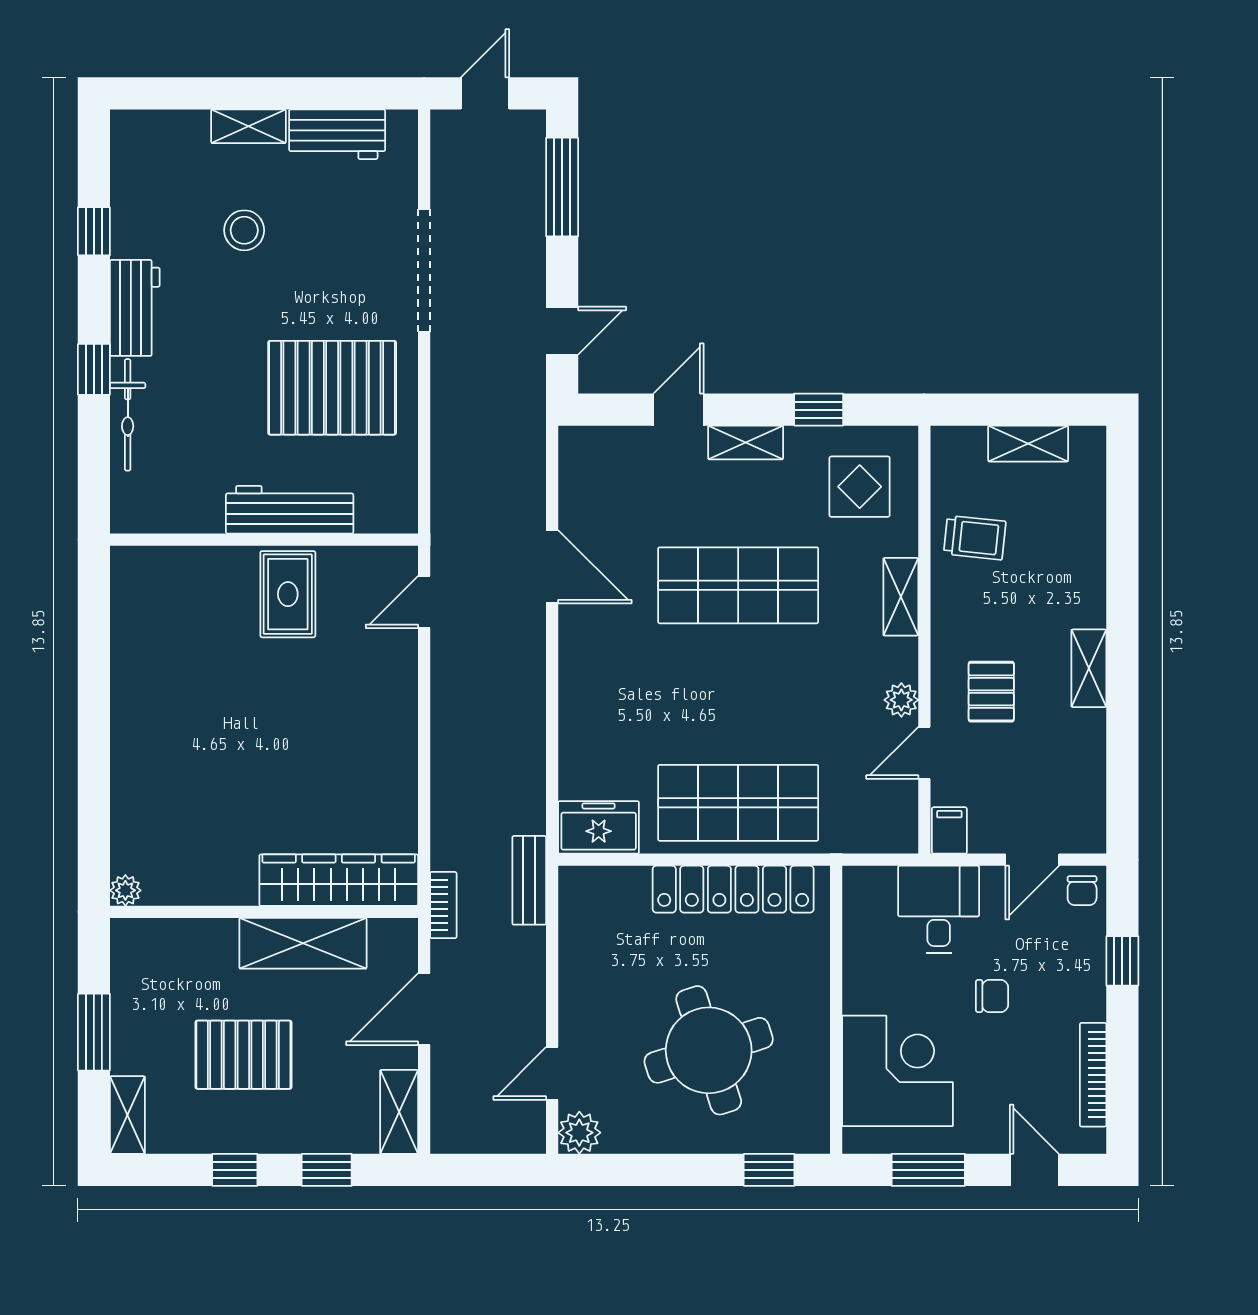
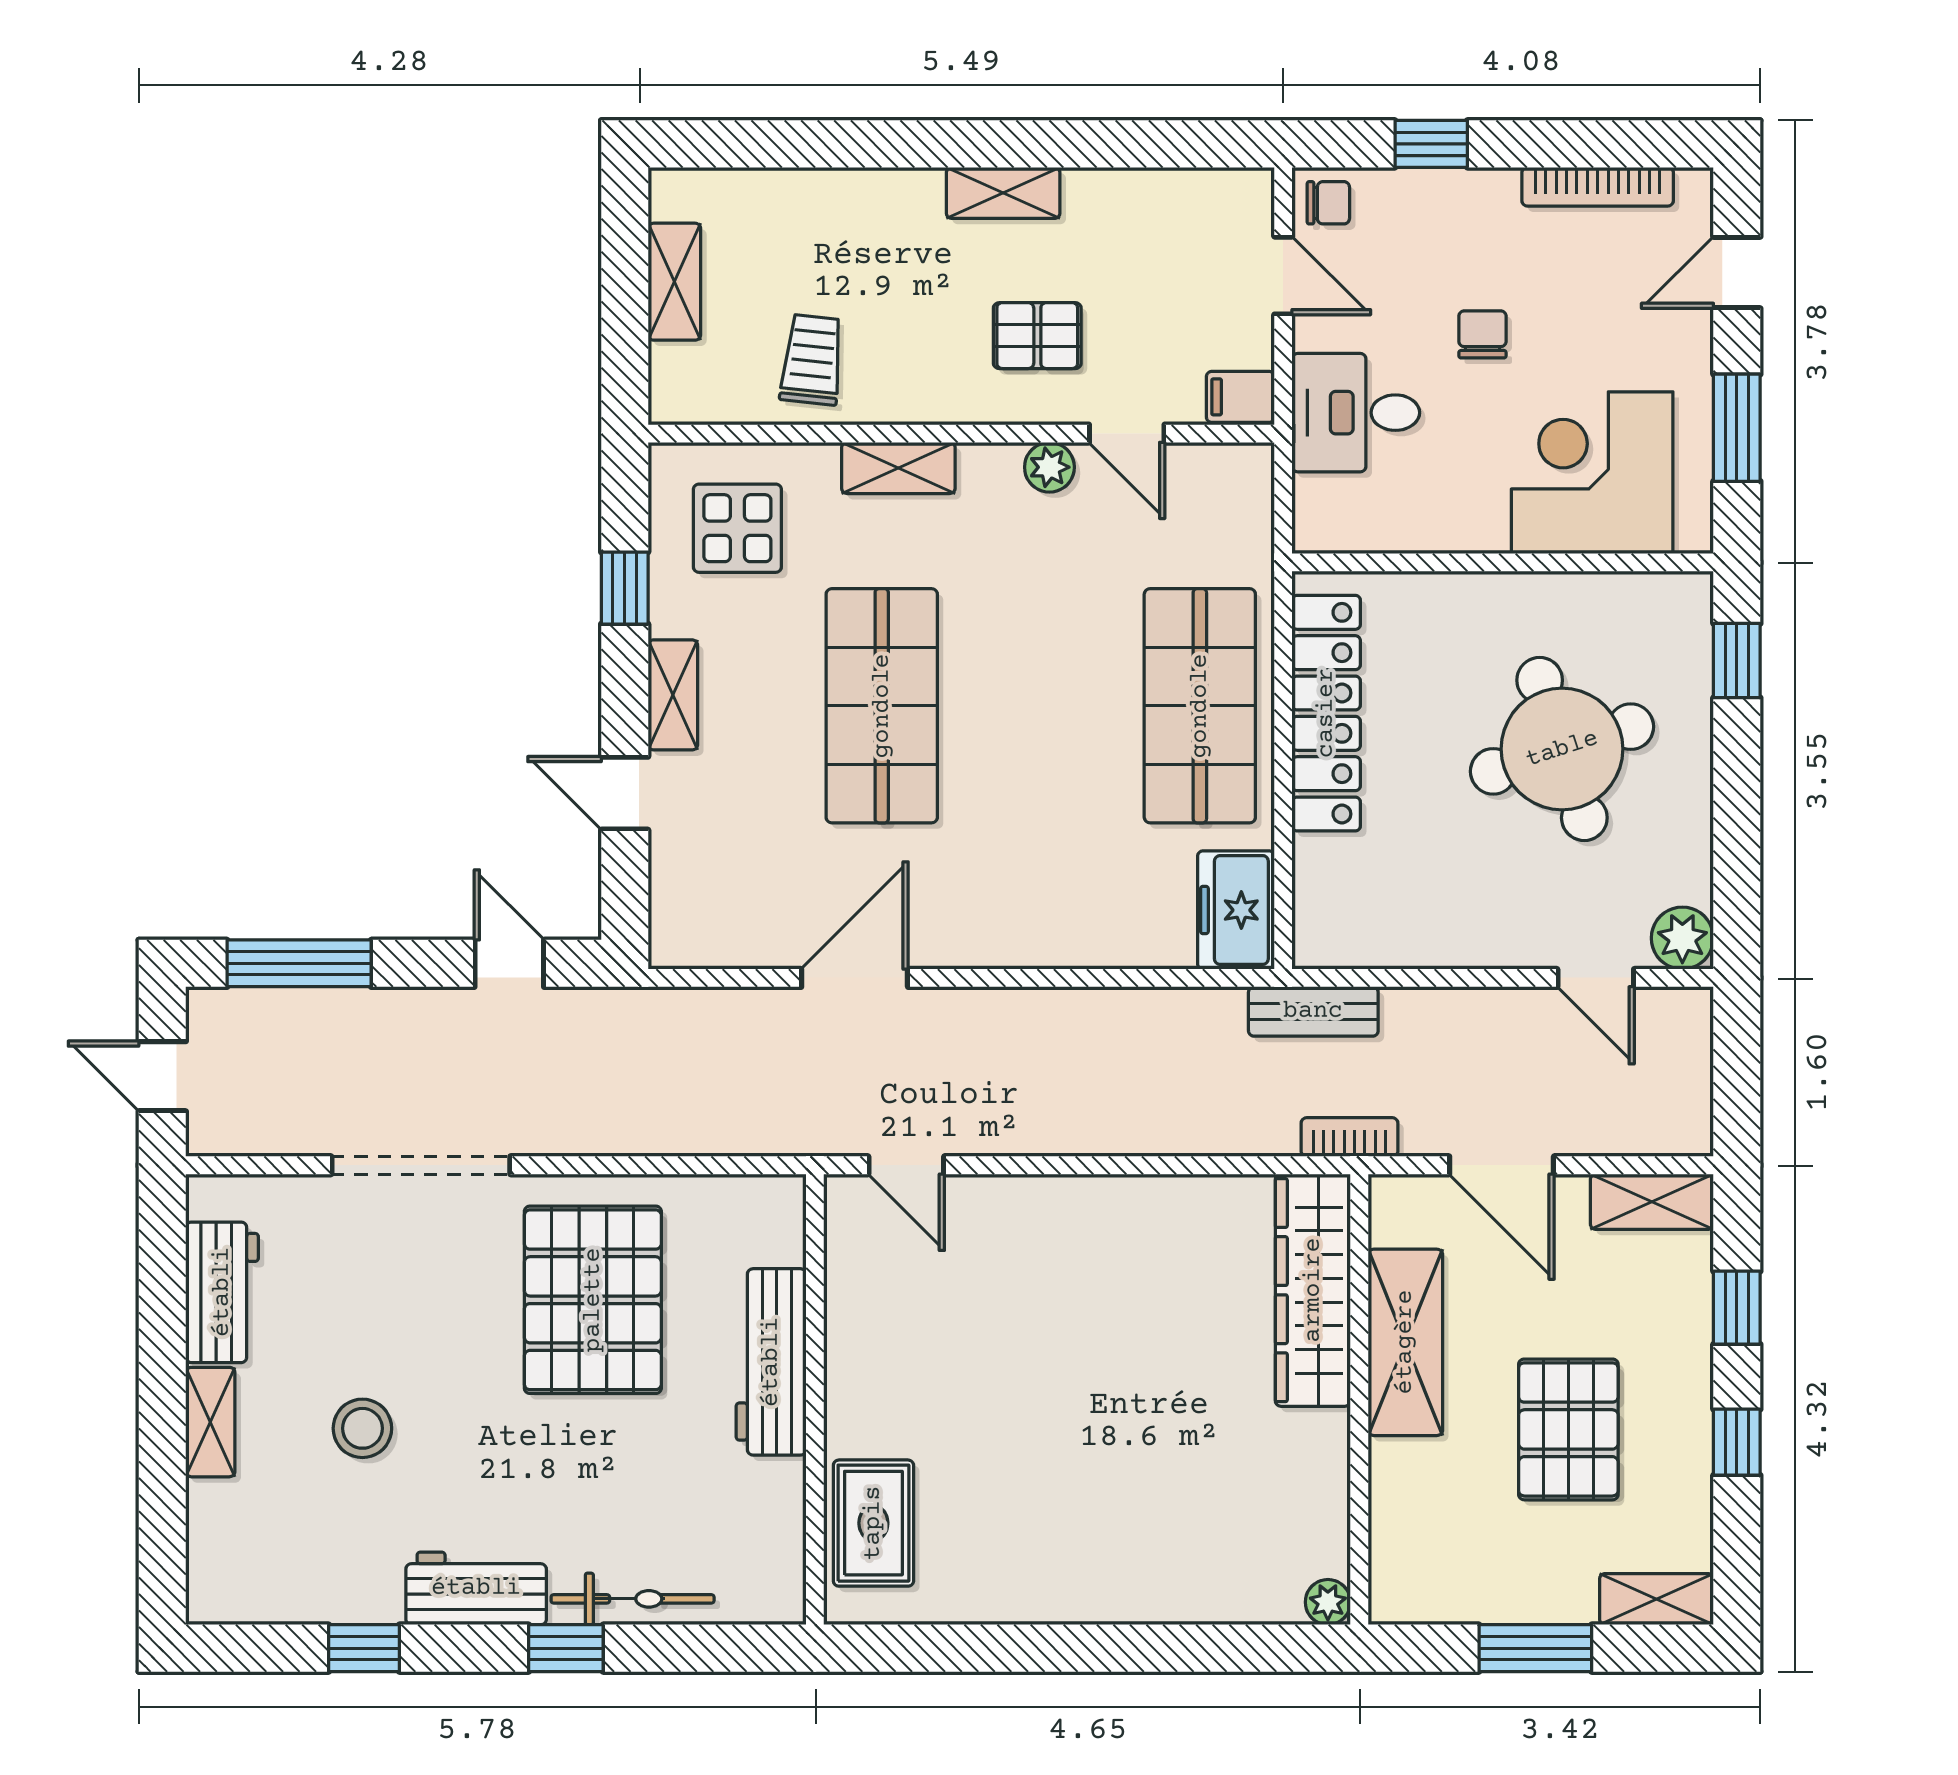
rug: (288, 594) -> (873, 1523), moved, turned 90

